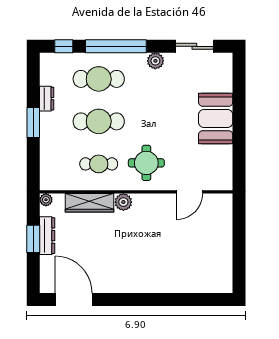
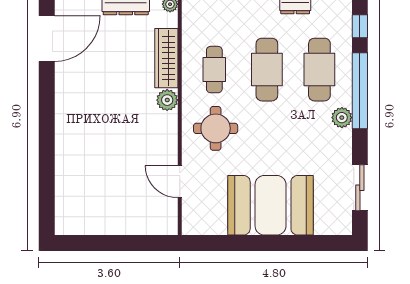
plant: (155, 61) -> (342, 118), moved
booth: (216, 118) -> (271, 205), width x1.36, depth x1.42

